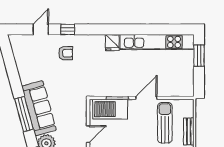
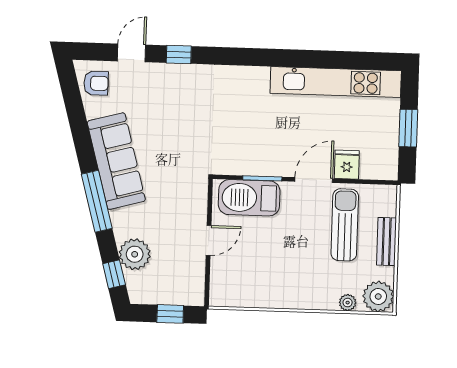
fridge: (112, 43) -> (347, 165), moved, turned 180
armchair: (66, 53) -> (96, 83), moved
window: (199, 56) -> (408, 128), moved
sofa: (39, 108) -> (116, 161), moved

